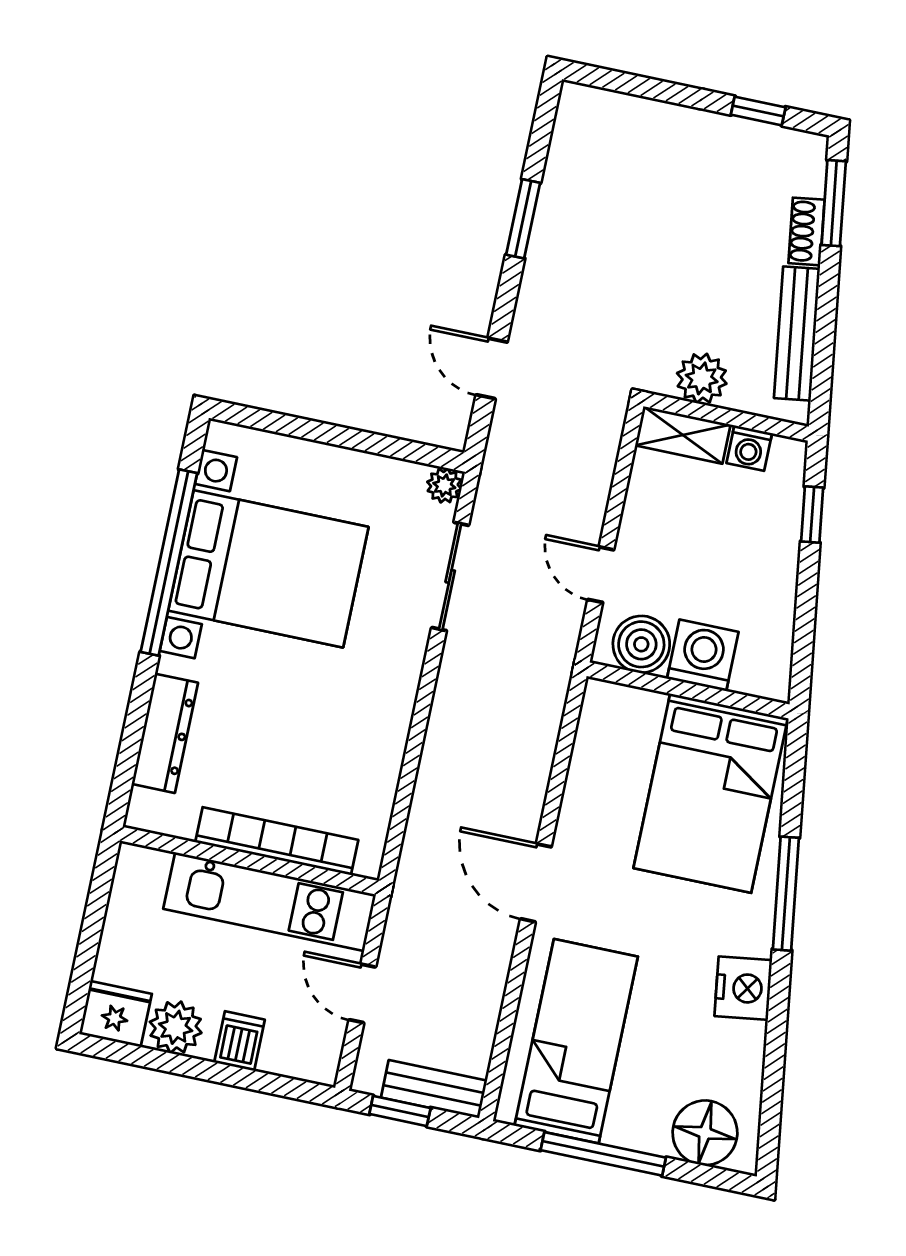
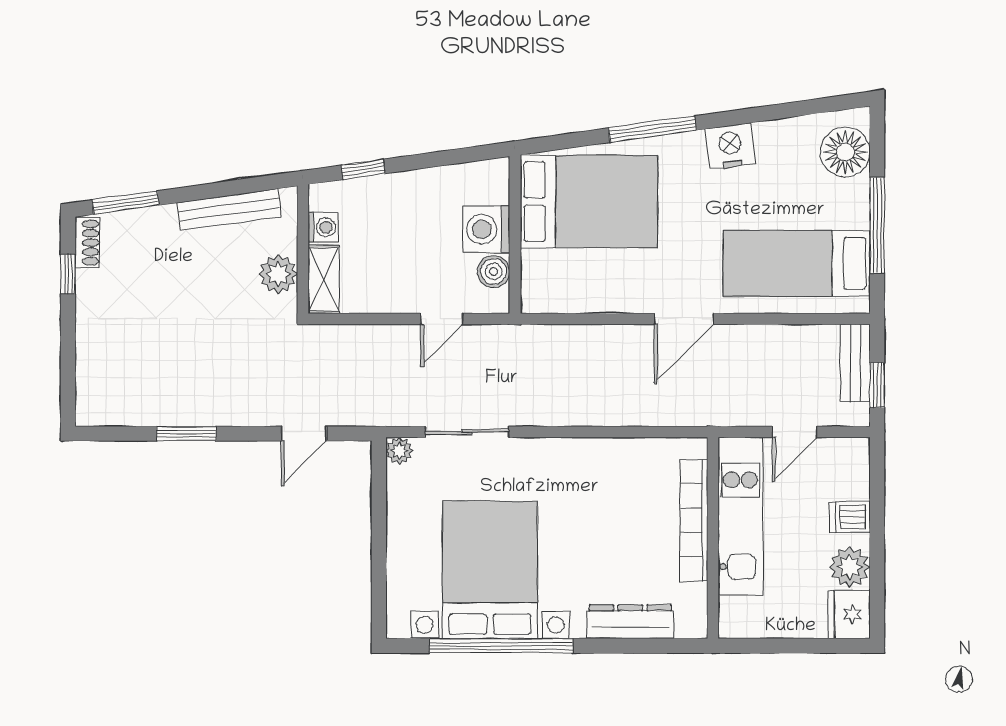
shoe rack: (807, 231) -> (87, 243), moved, turned -82
boiler: (641, 644) -> (494, 272), width x0.73, depth x0.73

